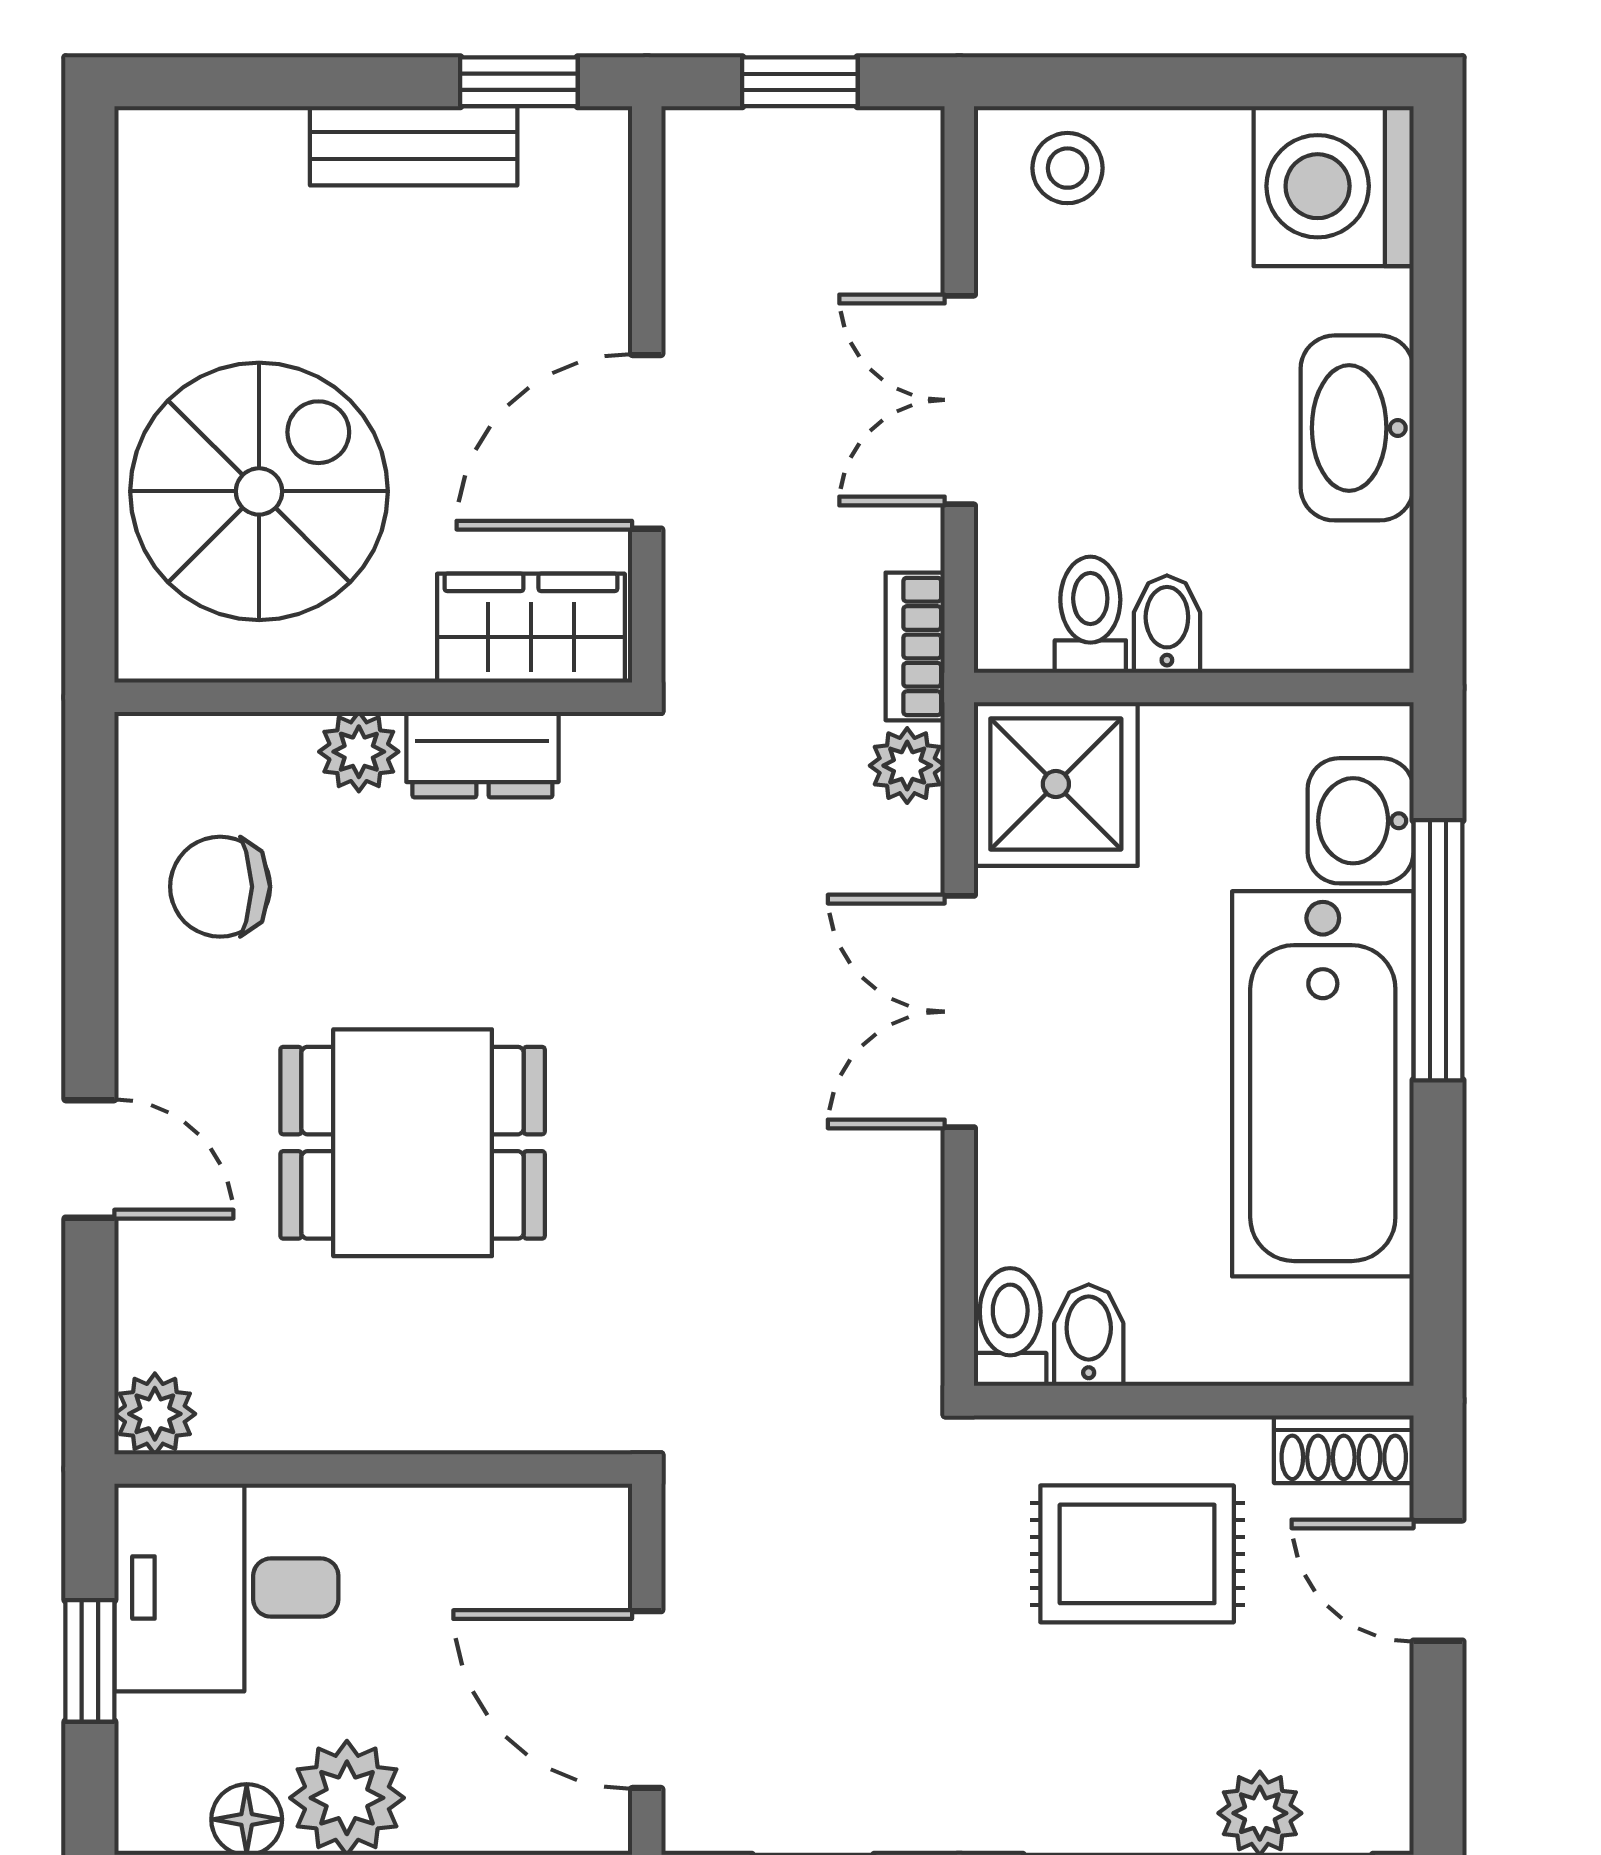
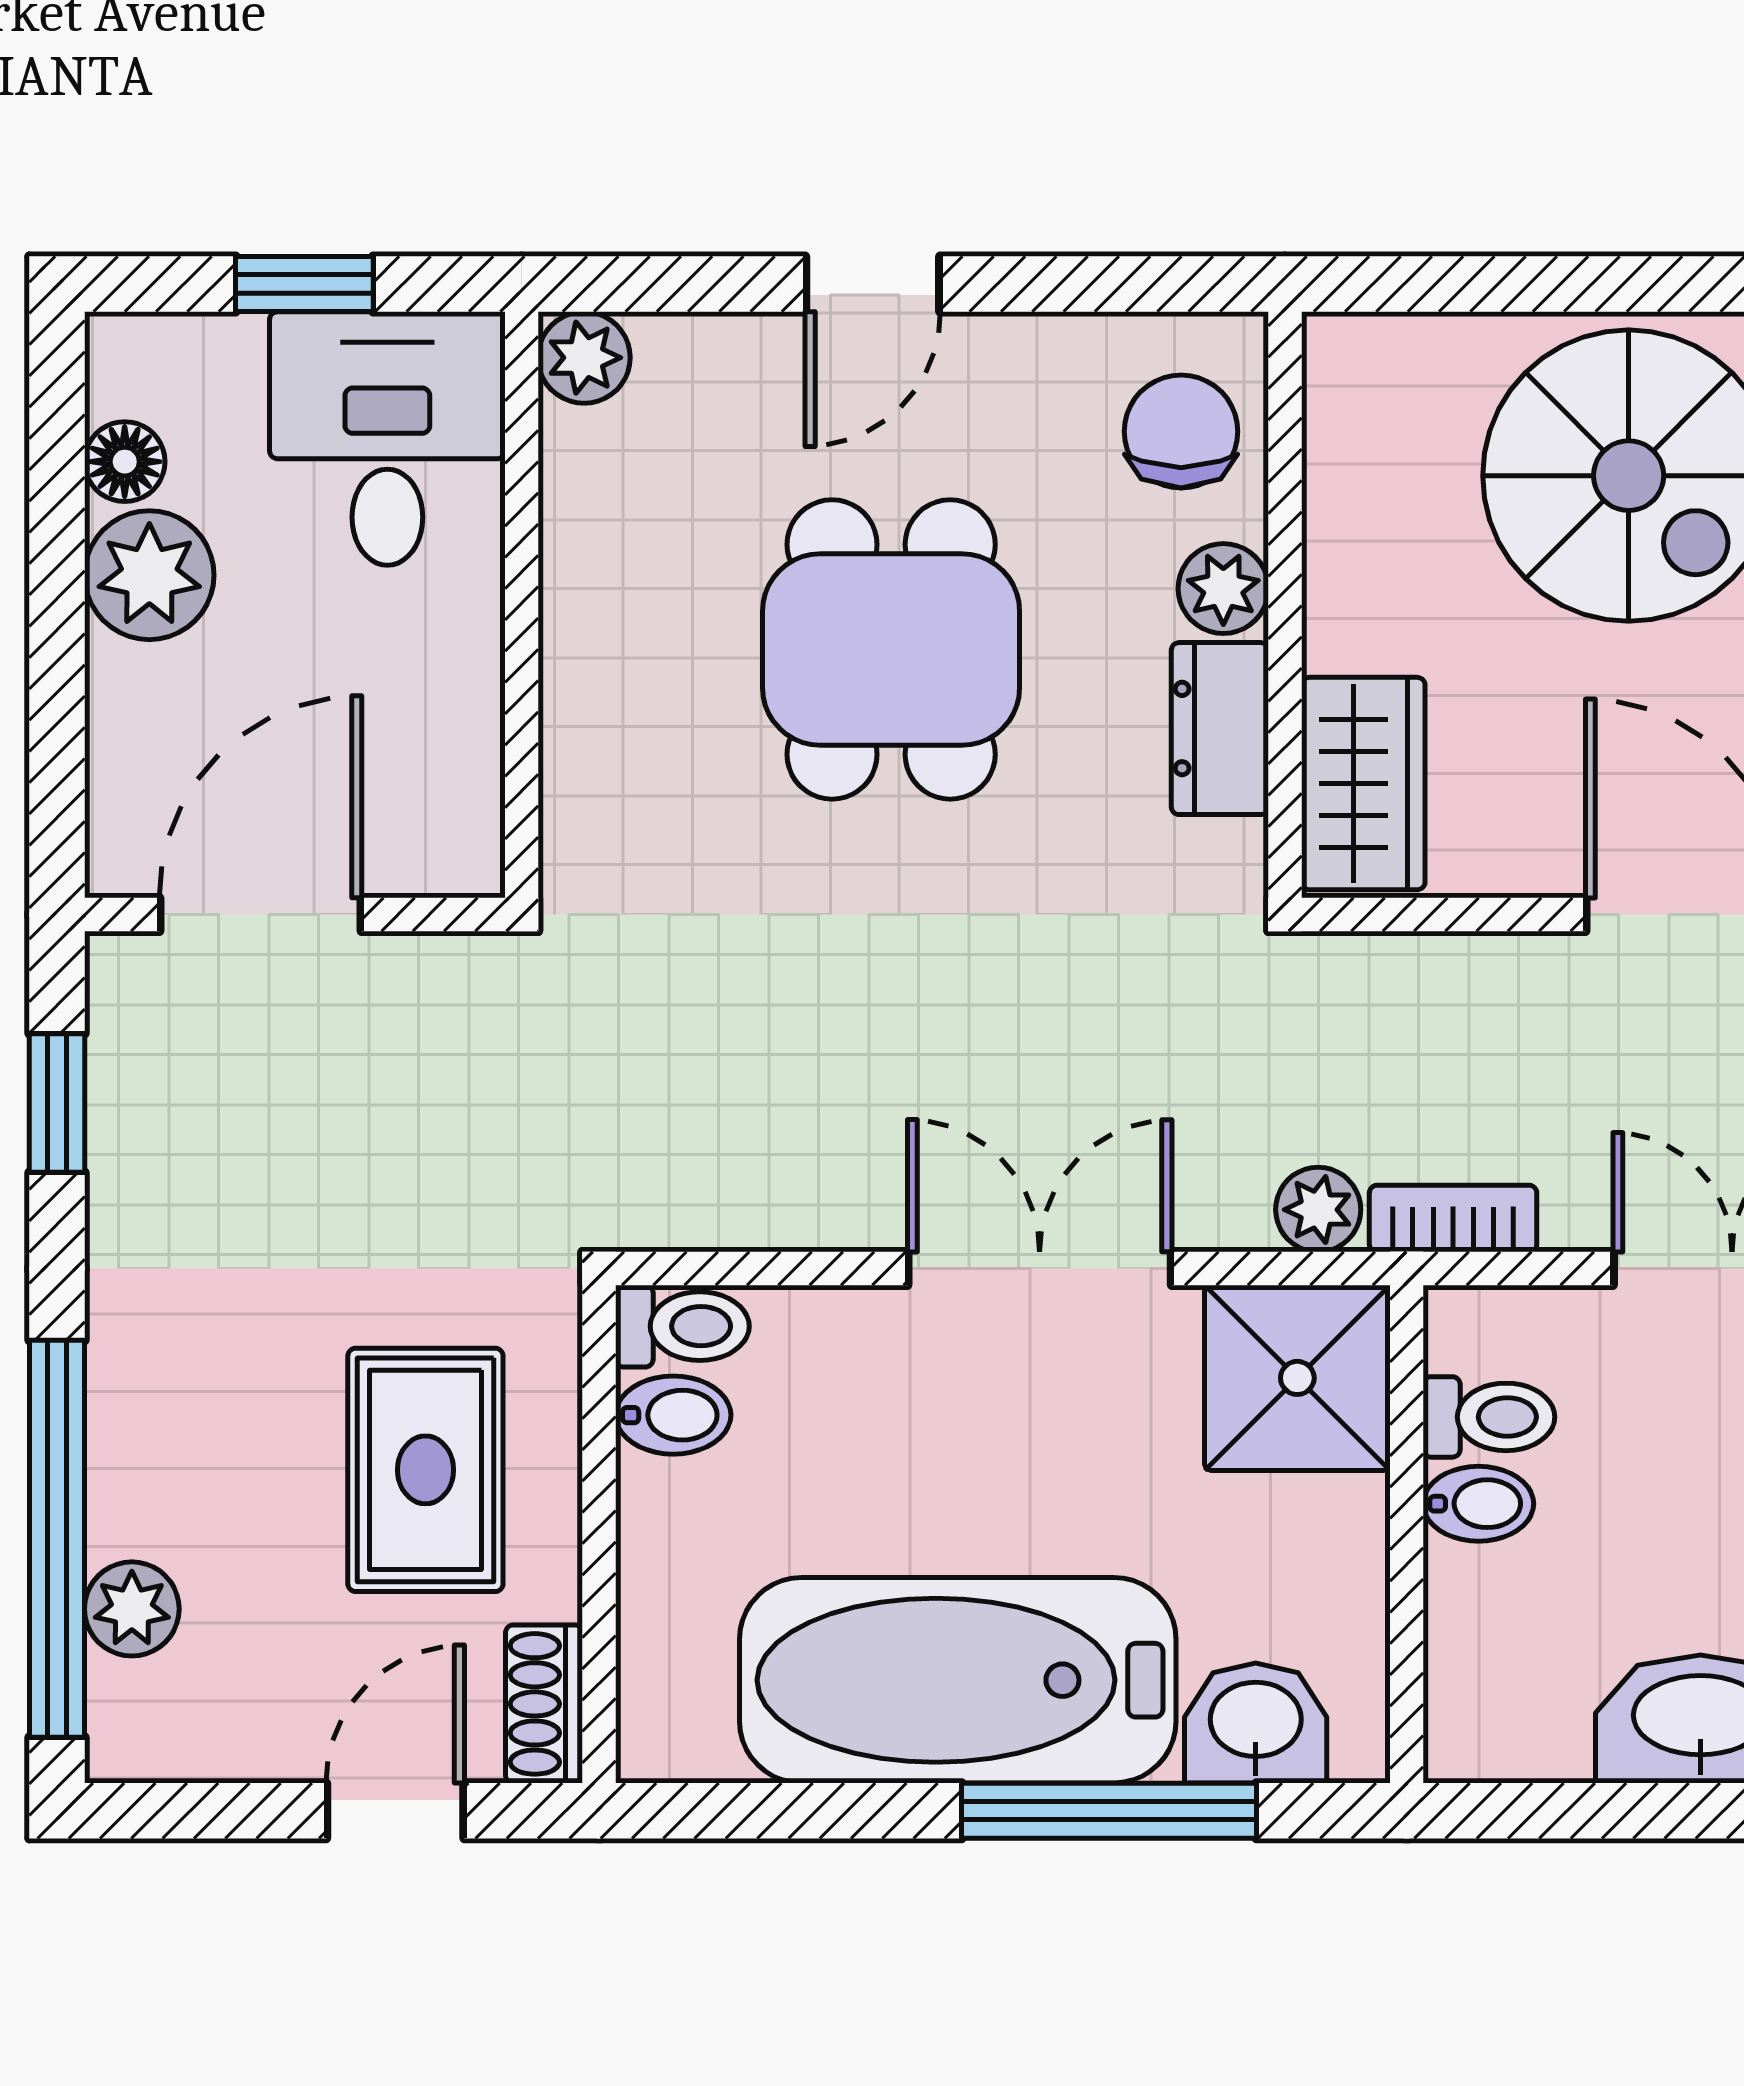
wardrobe: (531, 628) -> (1363, 784), moved
wall: (373, 697) -> (1285, 605), moved
plant: (359, 752) -> (1223, 589), moved
dresser: (482, 755) -> (1220, 729), moved

